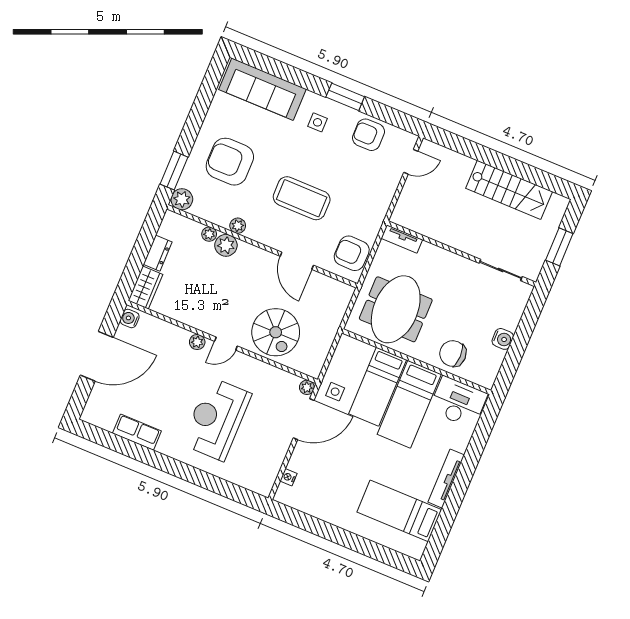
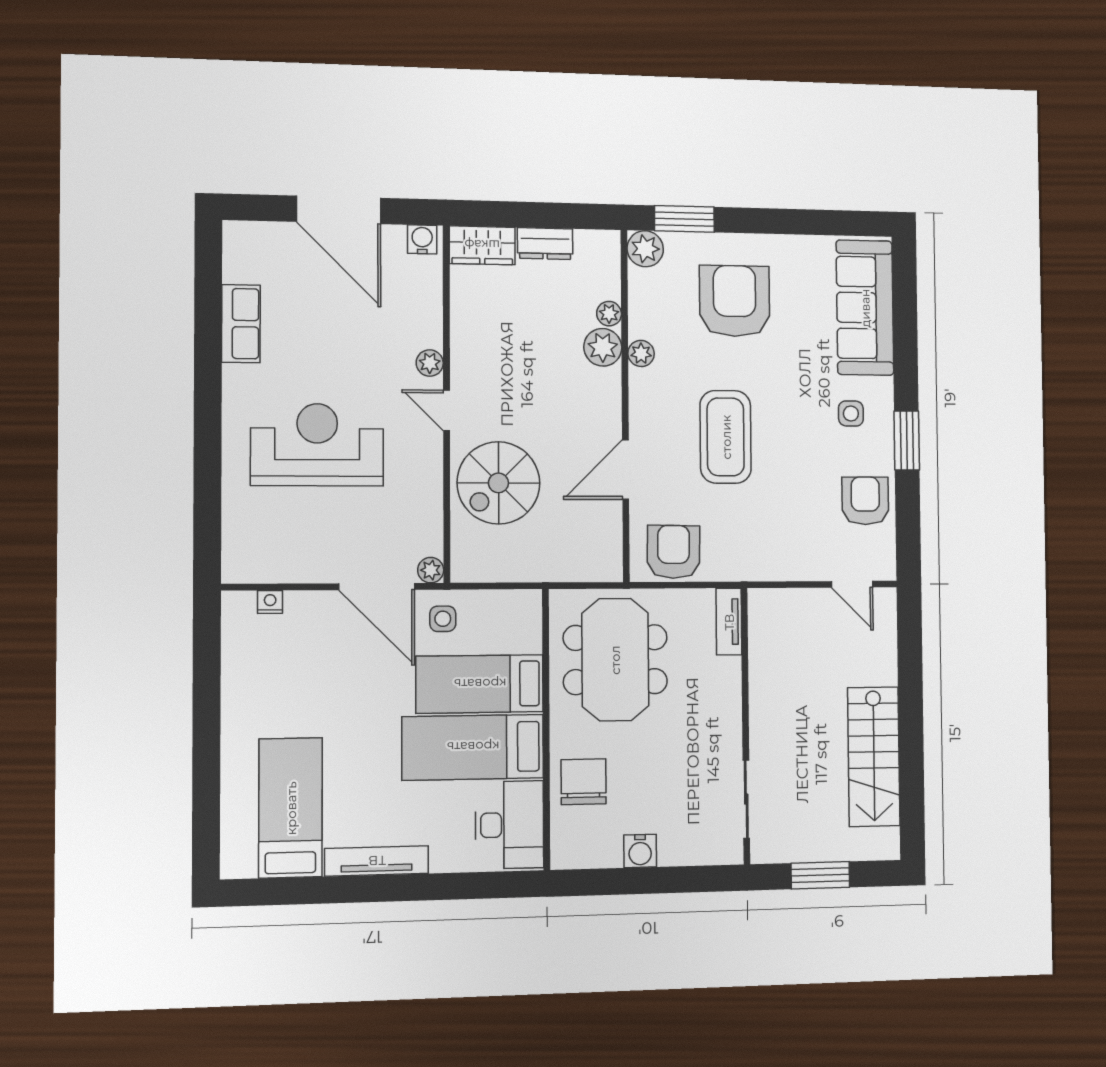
meeting table: (396, 309) -> (615, 660), turned 90

